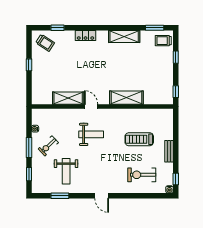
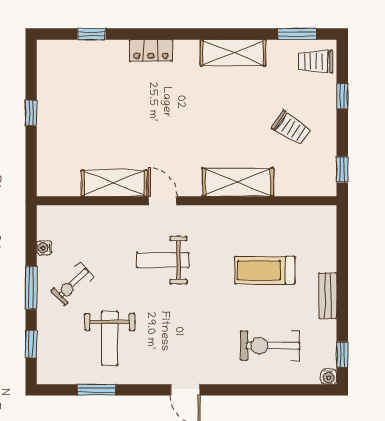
trolley: (45, 43) -> (292, 128), moved
weight bench: (91, 134) -> (163, 260), turned 180

